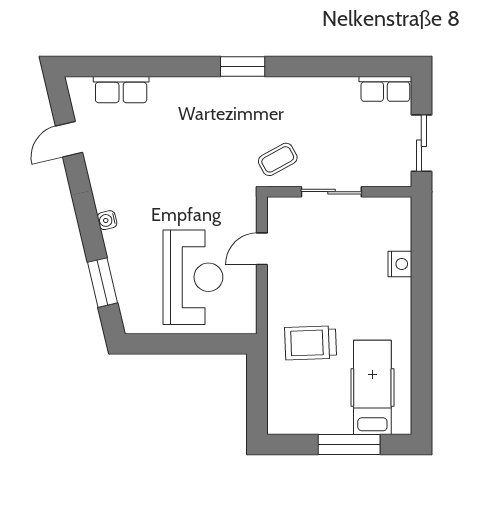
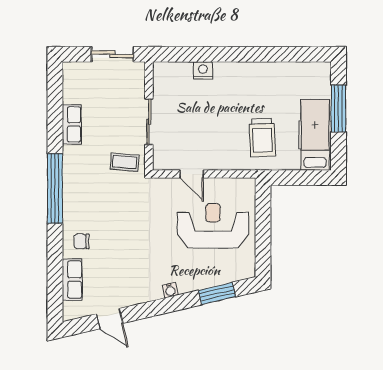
window: (243, 67) -> (55, 188), width x2.11
row of seats: (385, 89) -> (72, 124), moved
chair: (172, 102) -> (81, 241), added
coffee table: (278, 159) -> (125, 162), turned -56
hospital bed: (372, 387) -> (315, 135), moved, turned 90

